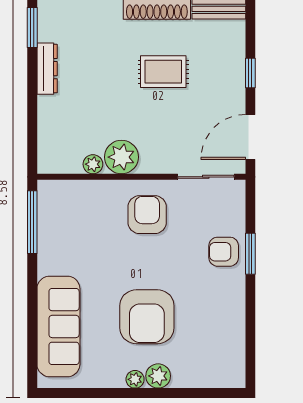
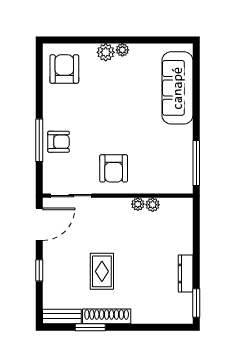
rug: (163, 72) -> (102, 271), turned 90
plant: (121, 157) -> (138, 204), width x0.53, depth x0.53
window: (250, 254) -> (39, 140), width x1.44
armchair: (147, 317) -> (64, 69), moved, width x0.73, depth x0.73

